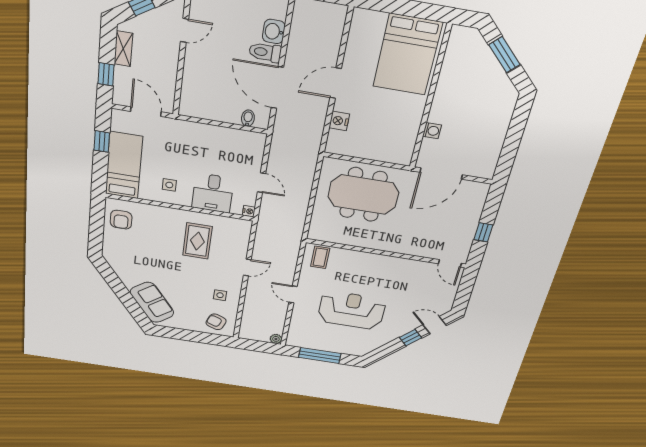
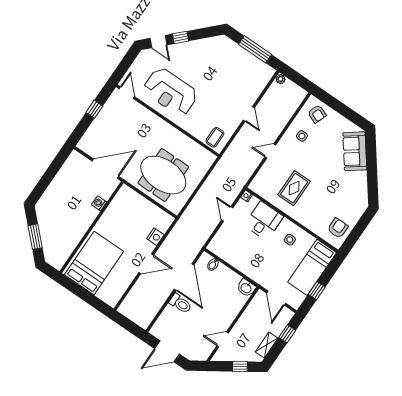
washbasin: (274, 31) -> (246, 288), moved, turned 90
reception desk: (352, 310) -> (170, 92), moved

